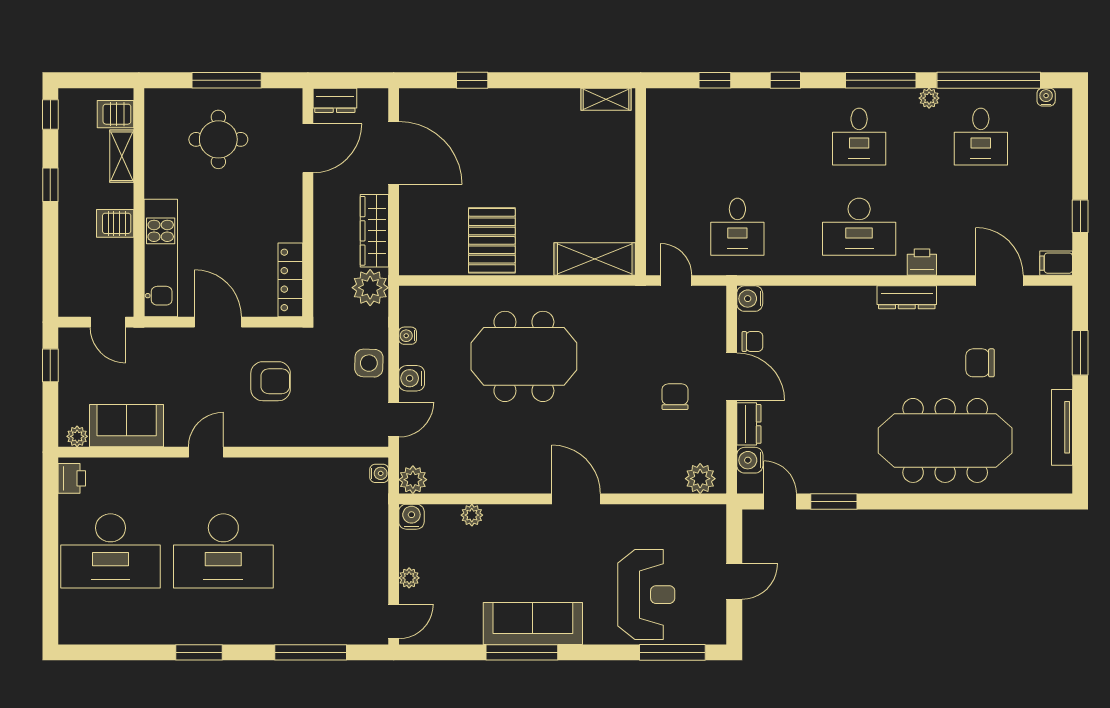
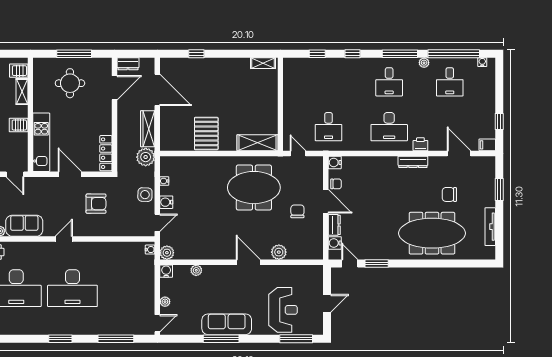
meeting table: (524, 356) -> (254, 188), moved
plant: (700, 479) -> (279, 252), moved

